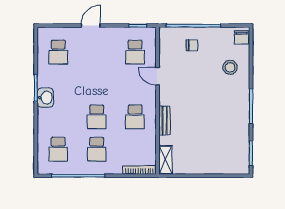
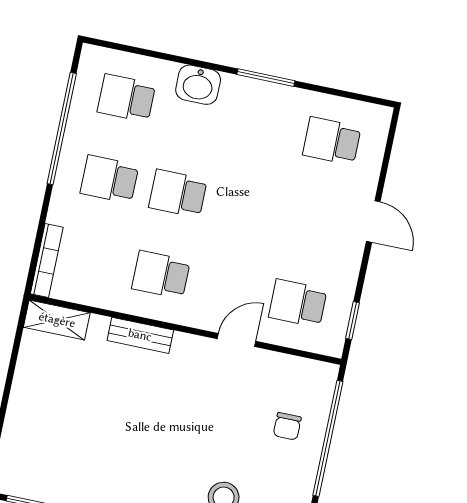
washbasin: (45, 98) -> (198, 85), moved

